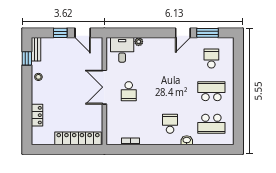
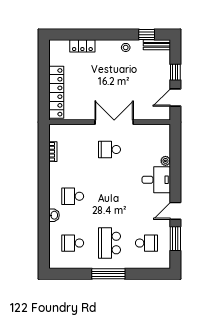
door: (183, 33) -> (175, 211), hinge flipped
desk: (122, 50) -> (156, 180), moved
school desk: (211, 91) -> (110, 243), turned 180
window: (238, 92) -> (108, 274), added
school desk: (170, 124) -> (73, 196), turned 180
school desk: (211, 124) -> (73, 243), width x0.54

